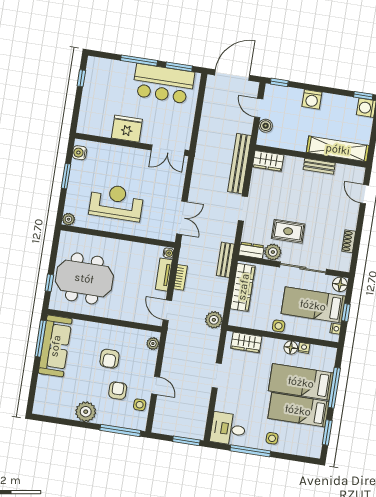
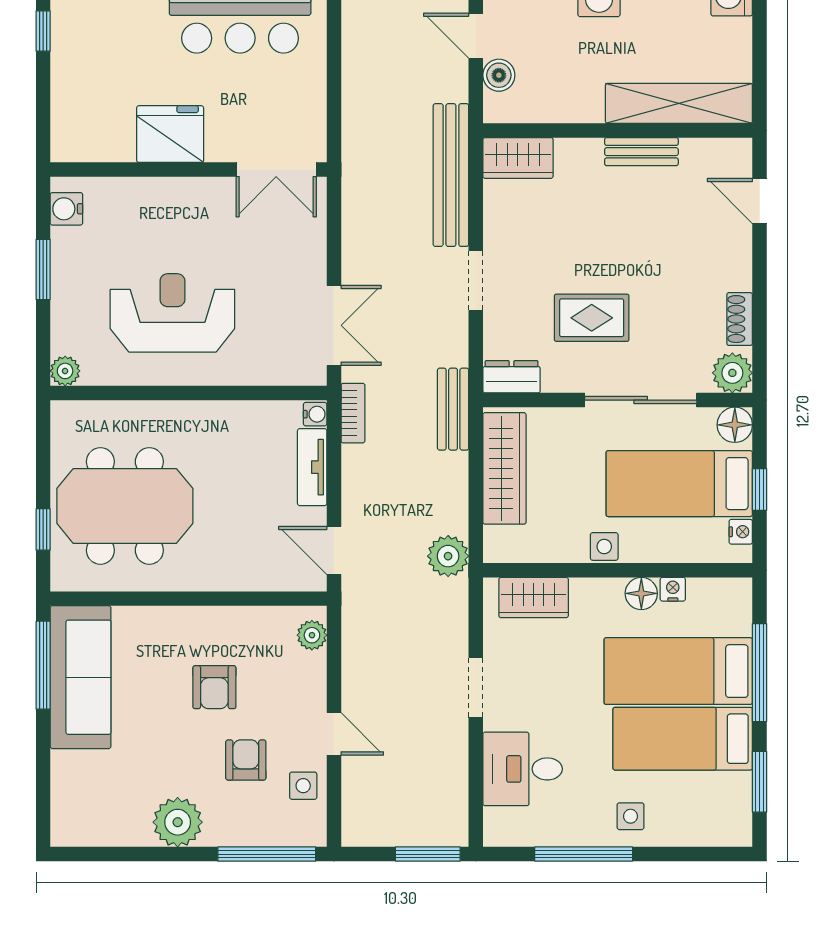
plant: (273, 252) -> (732, 373), moved
bookcase: (180, 277) -> (353, 413), moved
desk: (228, 429) -> (523, 769), moved

